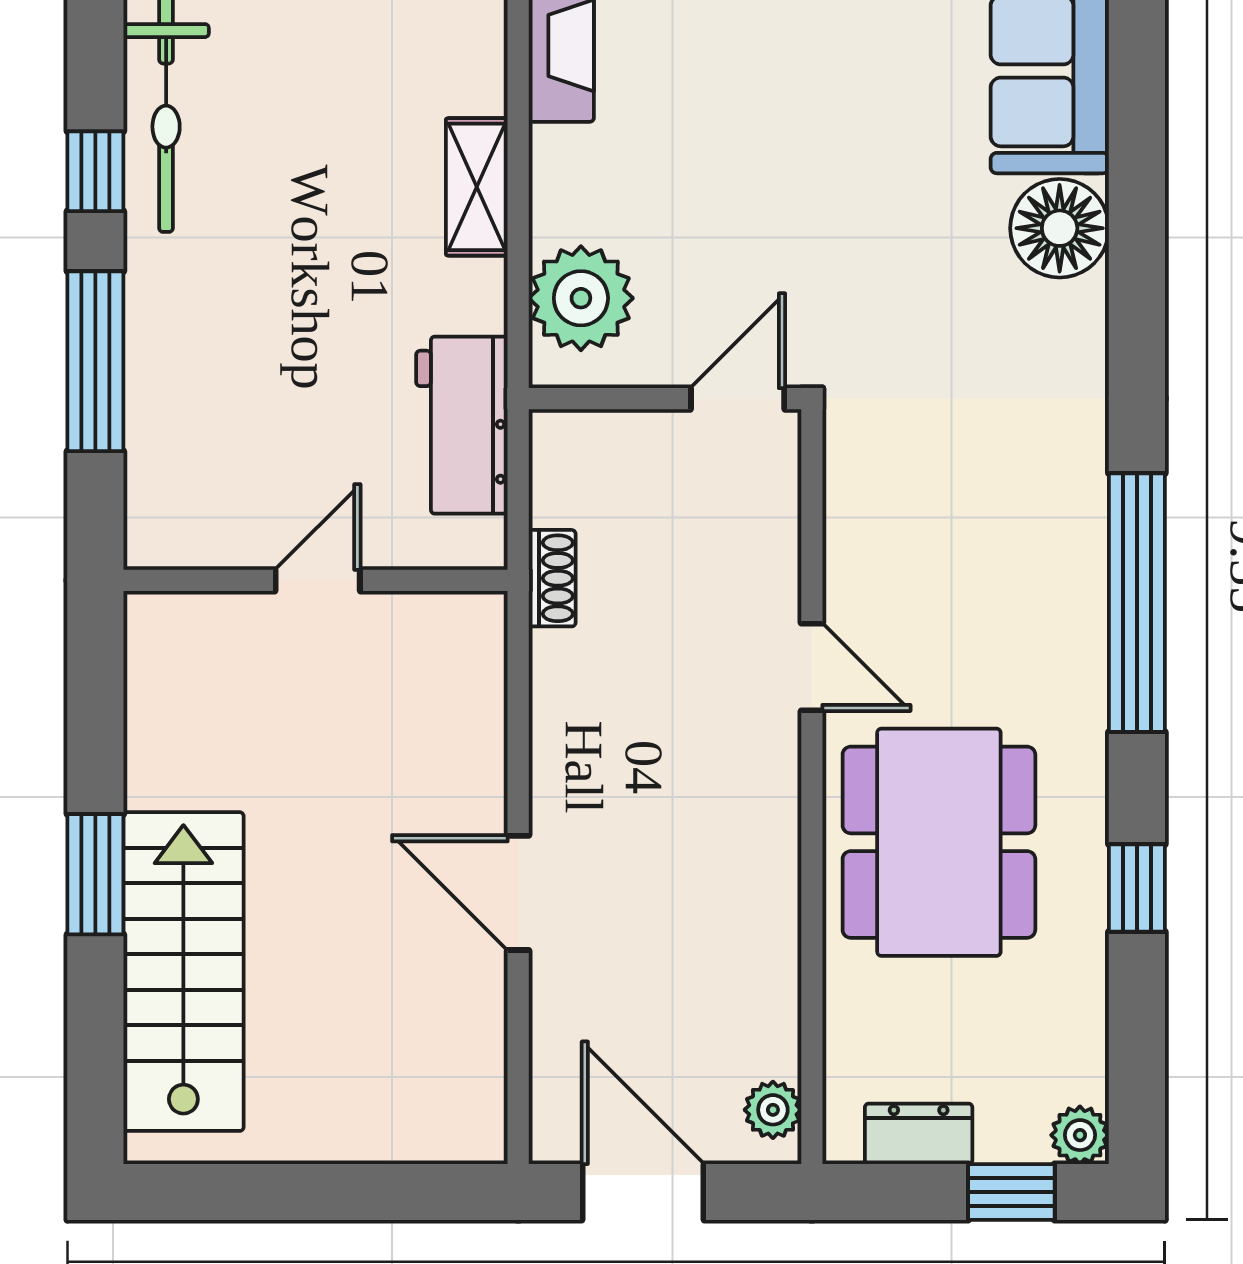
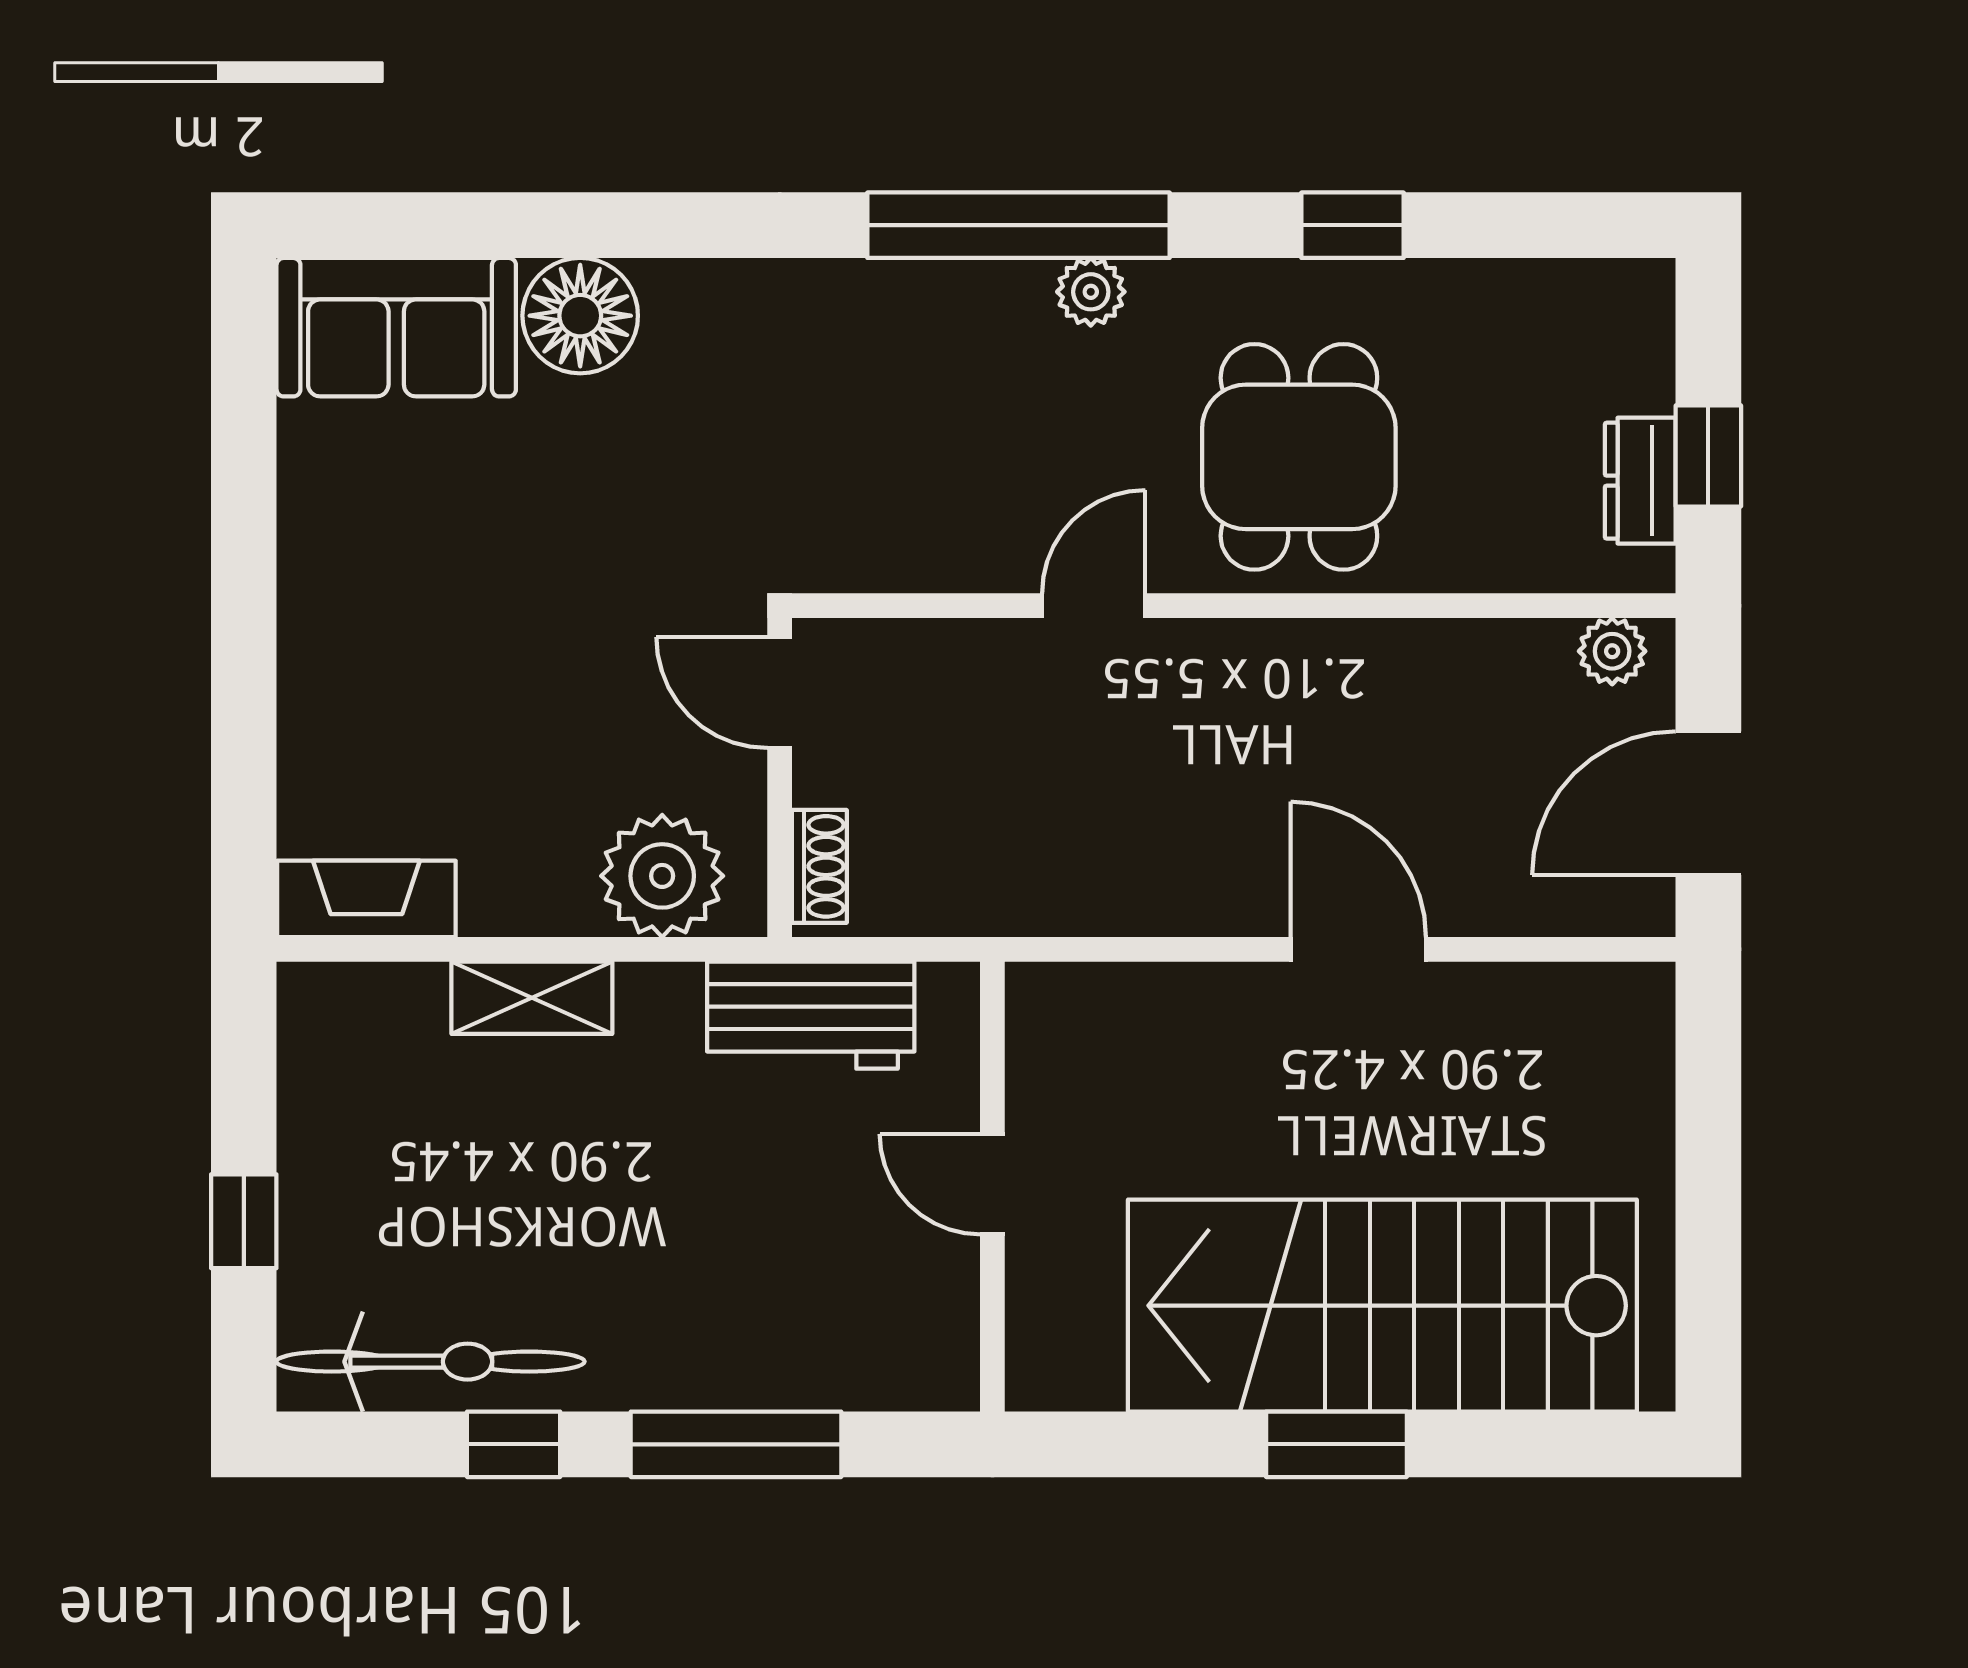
shoe rack: (552, 578) -> (819, 866), moved, turned 90
dining table: (939, 842) -> (1299, 457), width x0.73
door: (518, 893) -> (1358, 949), swing flipped
stairs: (183, 972) -> (1382, 1306), width x1.36, depth x1.51
plant: (1080, 1135) -> (1091, 292), moved
window: (1011, 1192) -> (1708, 456), moved

